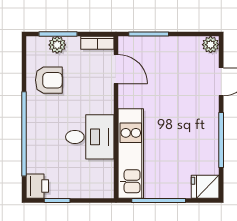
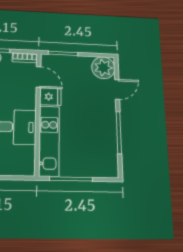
plant: (211, 45) -> (103, 68), width x1.87, depth x1.87
fridge: (205, 187) -> (50, 97), moved, turned 180

